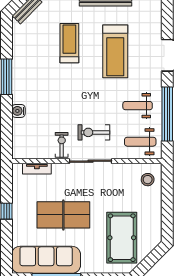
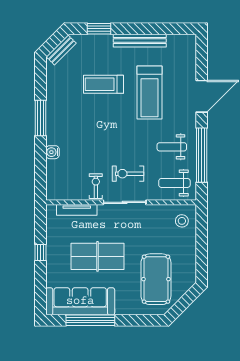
treadmill: (69, 43) -> (104, 84), turned -90
tv unit: (37, 169) -> (77, 210), width x1.41

